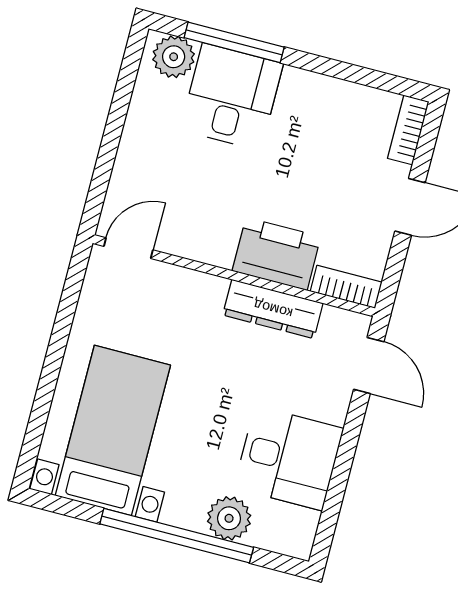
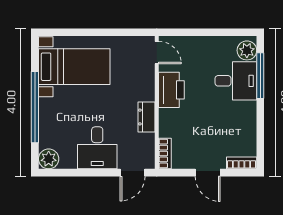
printer: (277, 254) -> (171, 90), moved
dresser: (273, 309) -> (147, 117), width x0.70
desk: (289, 458) -> (97, 148), moved
plant: (229, 518) -> (49, 159), moved

